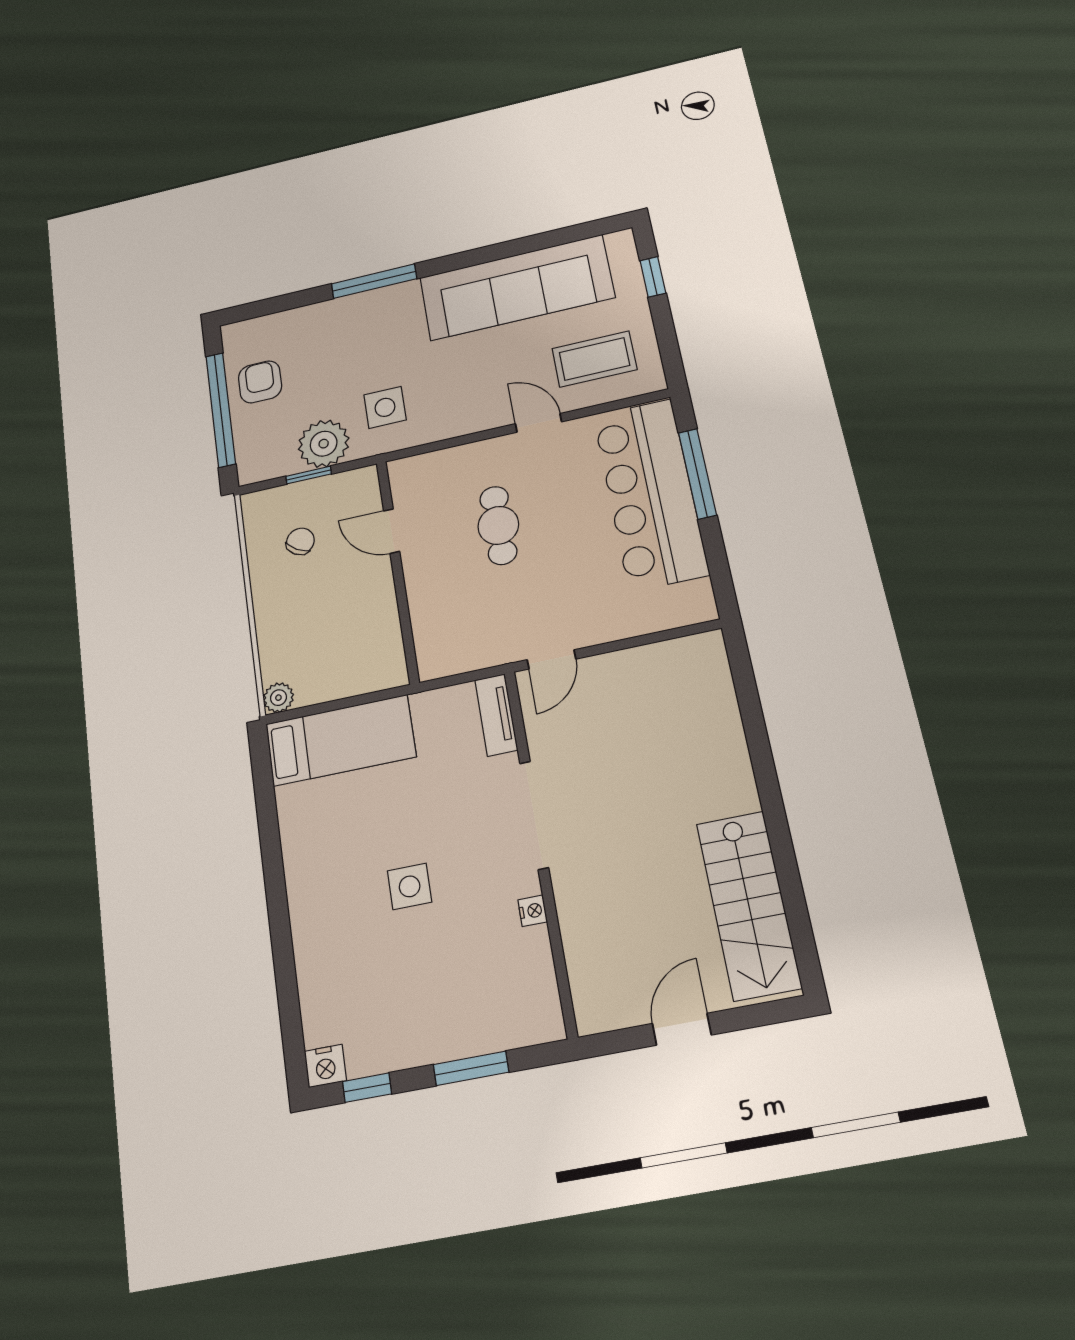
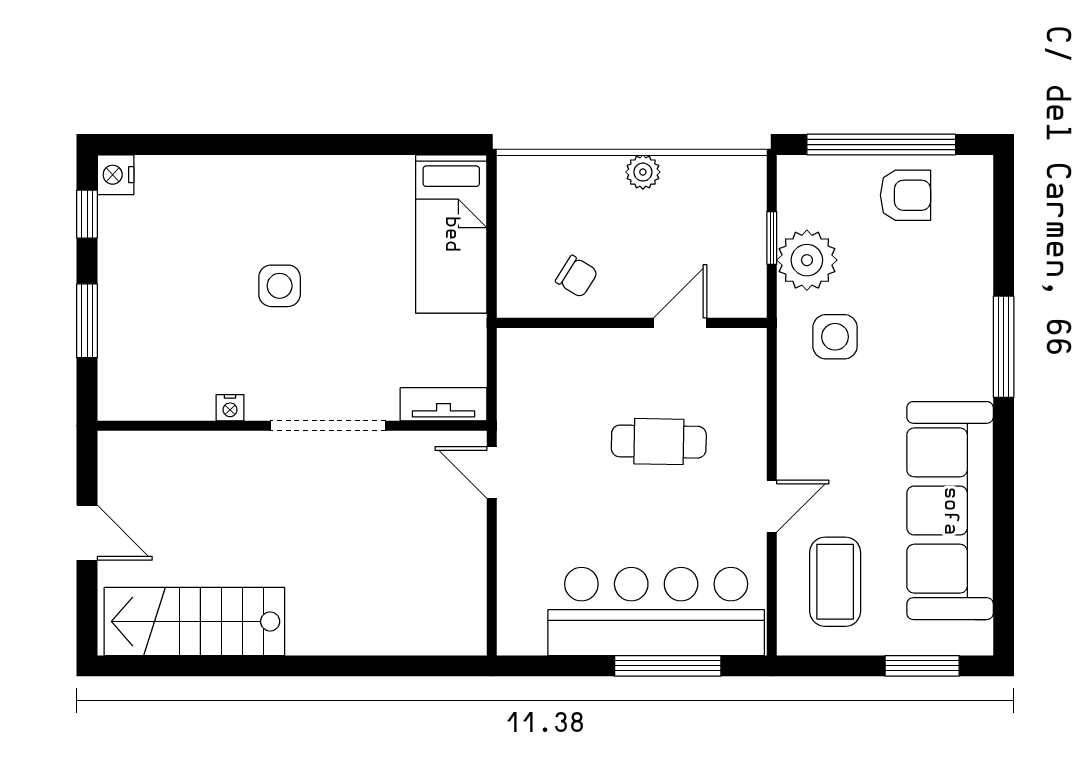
window: (653, 277) -> (922, 666), width x1.50
chair: (300, 541) -> (577, 276), moved
plant: (278, 698) -> (643, 172), moved

